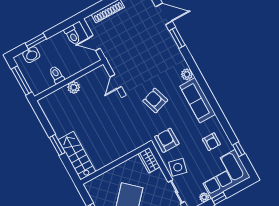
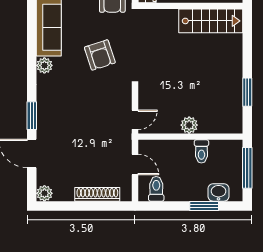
door: (116, 82) -> (135, 120), moved
window: (57, 145) -> (247, 92), moved
stairs: (77, 156) -> (211, 21), moved, turned -90

